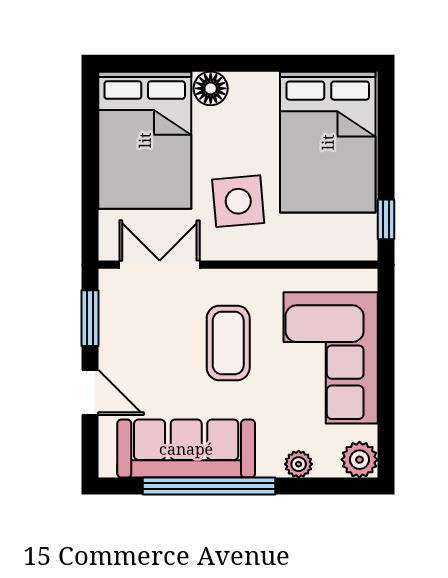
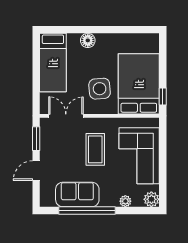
bed: (145, 140) -> (53, 63), width x0.67
bed: (328, 142) -> (139, 84), moved, turned 180
door: (90, 393) -> (36, 171), swing flipped
sofa: (186, 449) -> (77, 194), width x0.73

